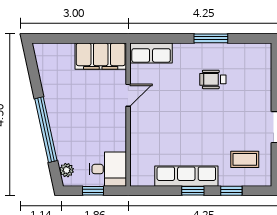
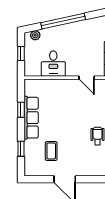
coffee table: (245, 159) -> (51, 151), moved
desk: (108, 169) -> (53, 64), moved
window: (193, 191) -> (21, 110), moved

